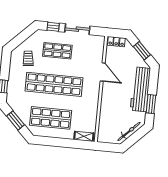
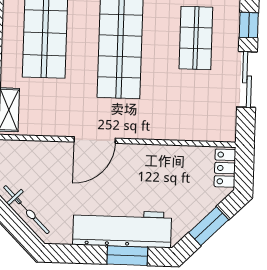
door: (103, 72) -> (95, 140), moved
window: (151, 104) -> (127, 256), moved

